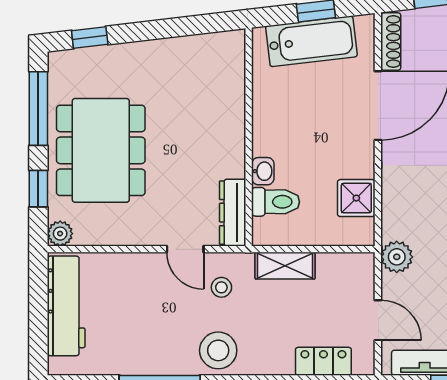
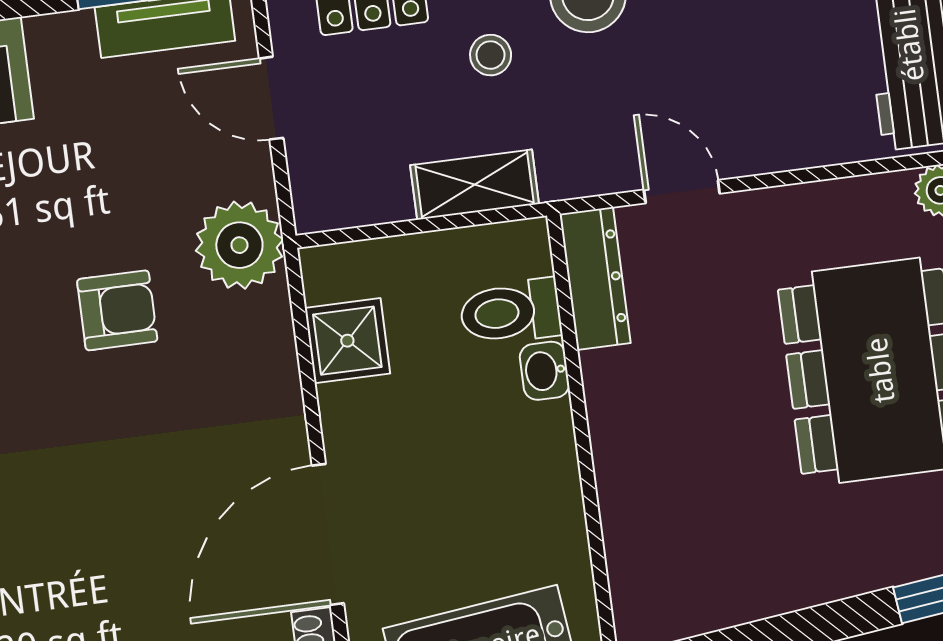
plant: (397, 257) -> (239, 245), width x1.36, depth x1.36
stool: (221, 287) -> (491, 55), moved

